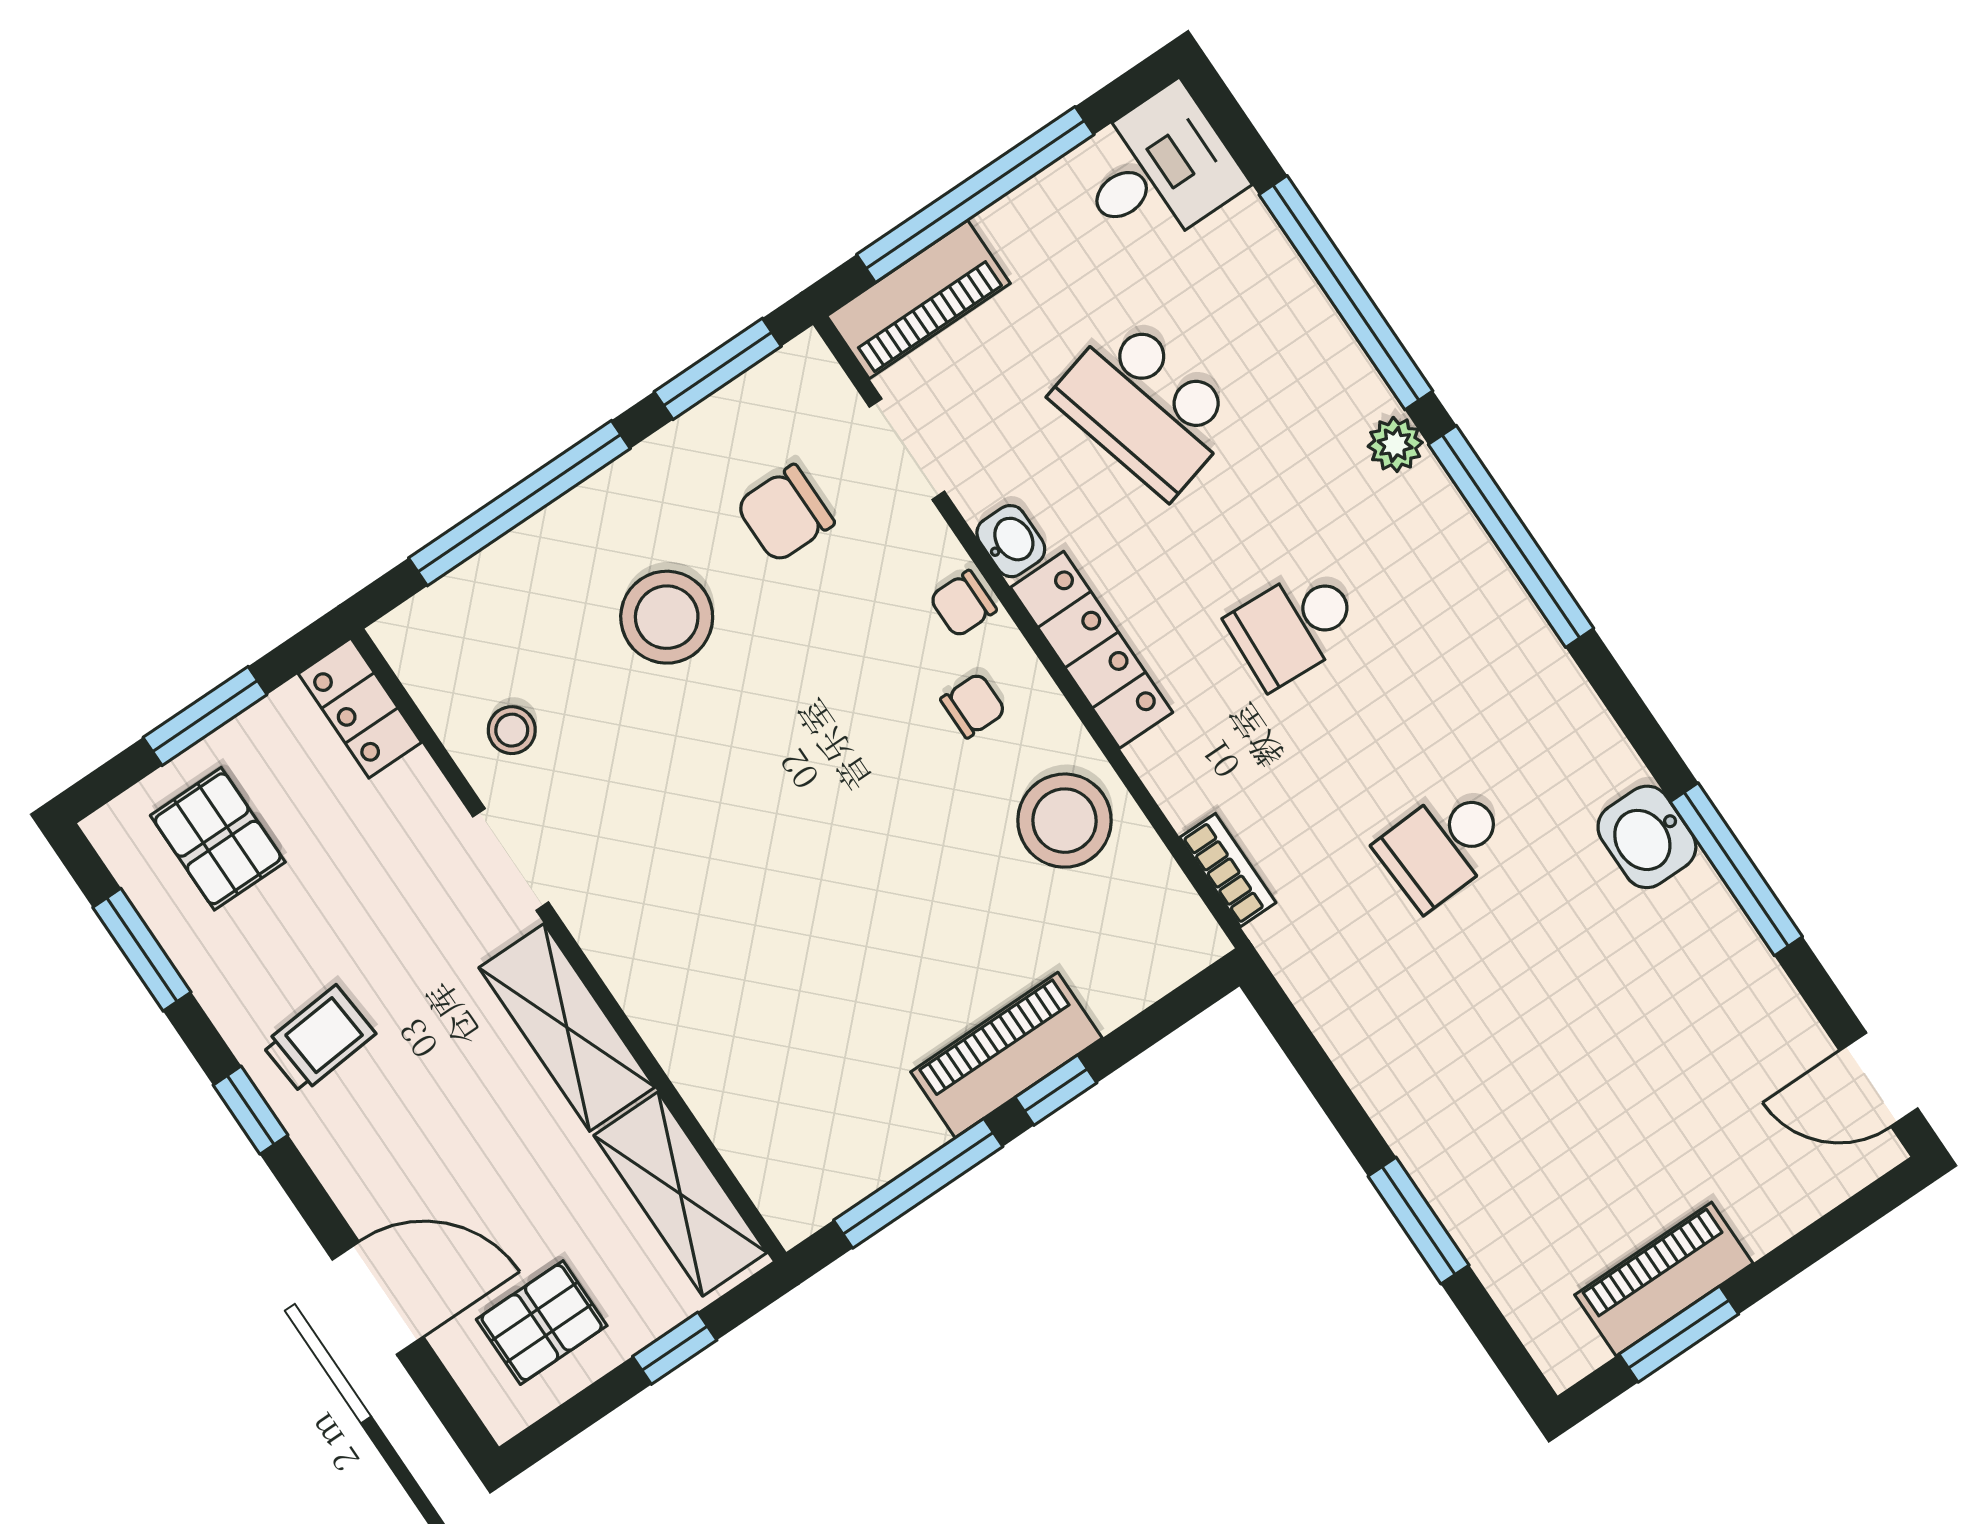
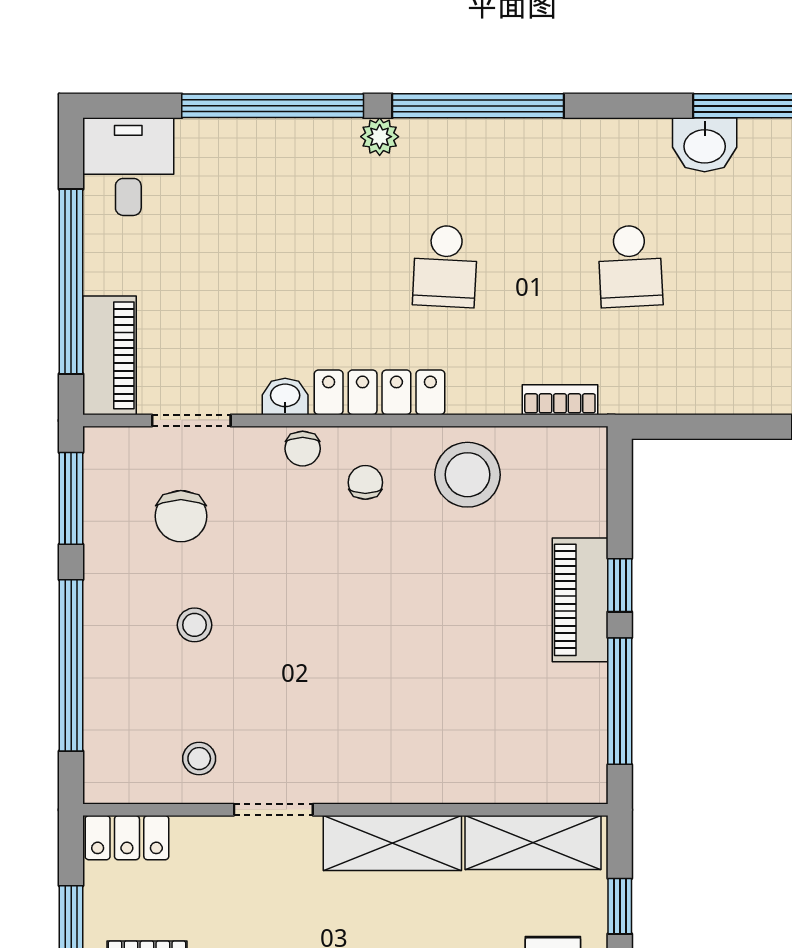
school desk: (1145, 407) -> (260, 266), removed
stool: (667, 617) -> (195, 625), width x0.53, depth x0.53

